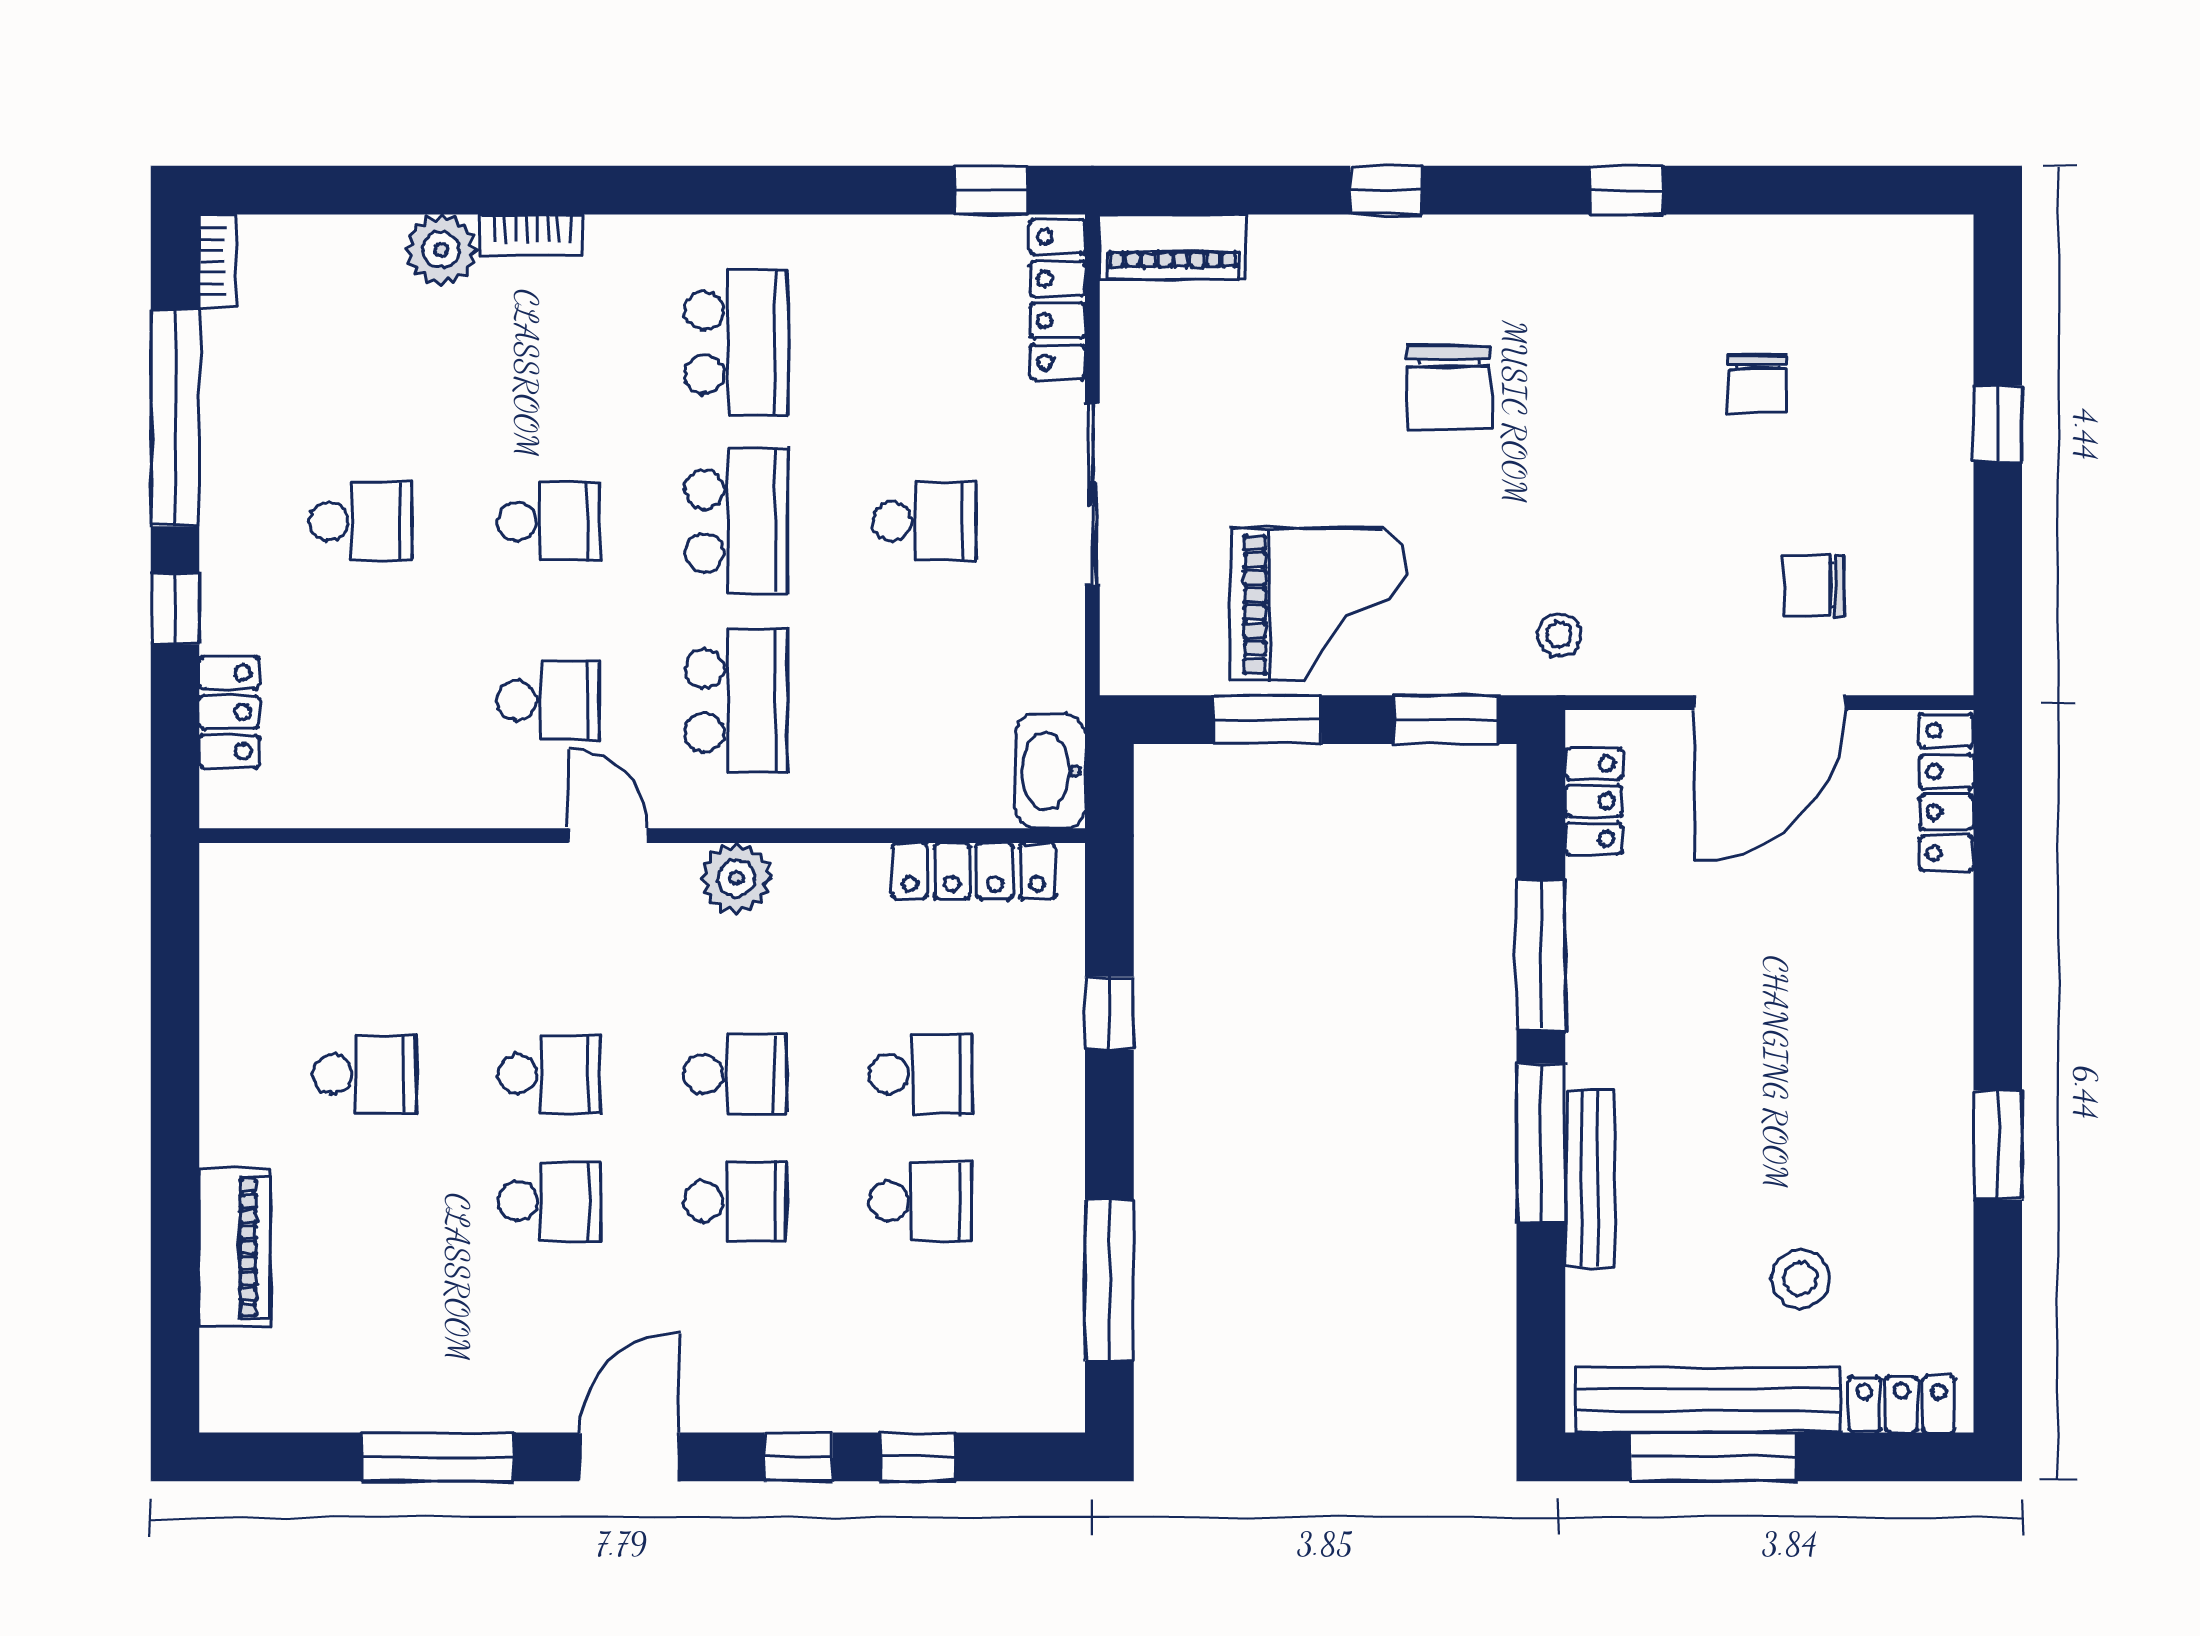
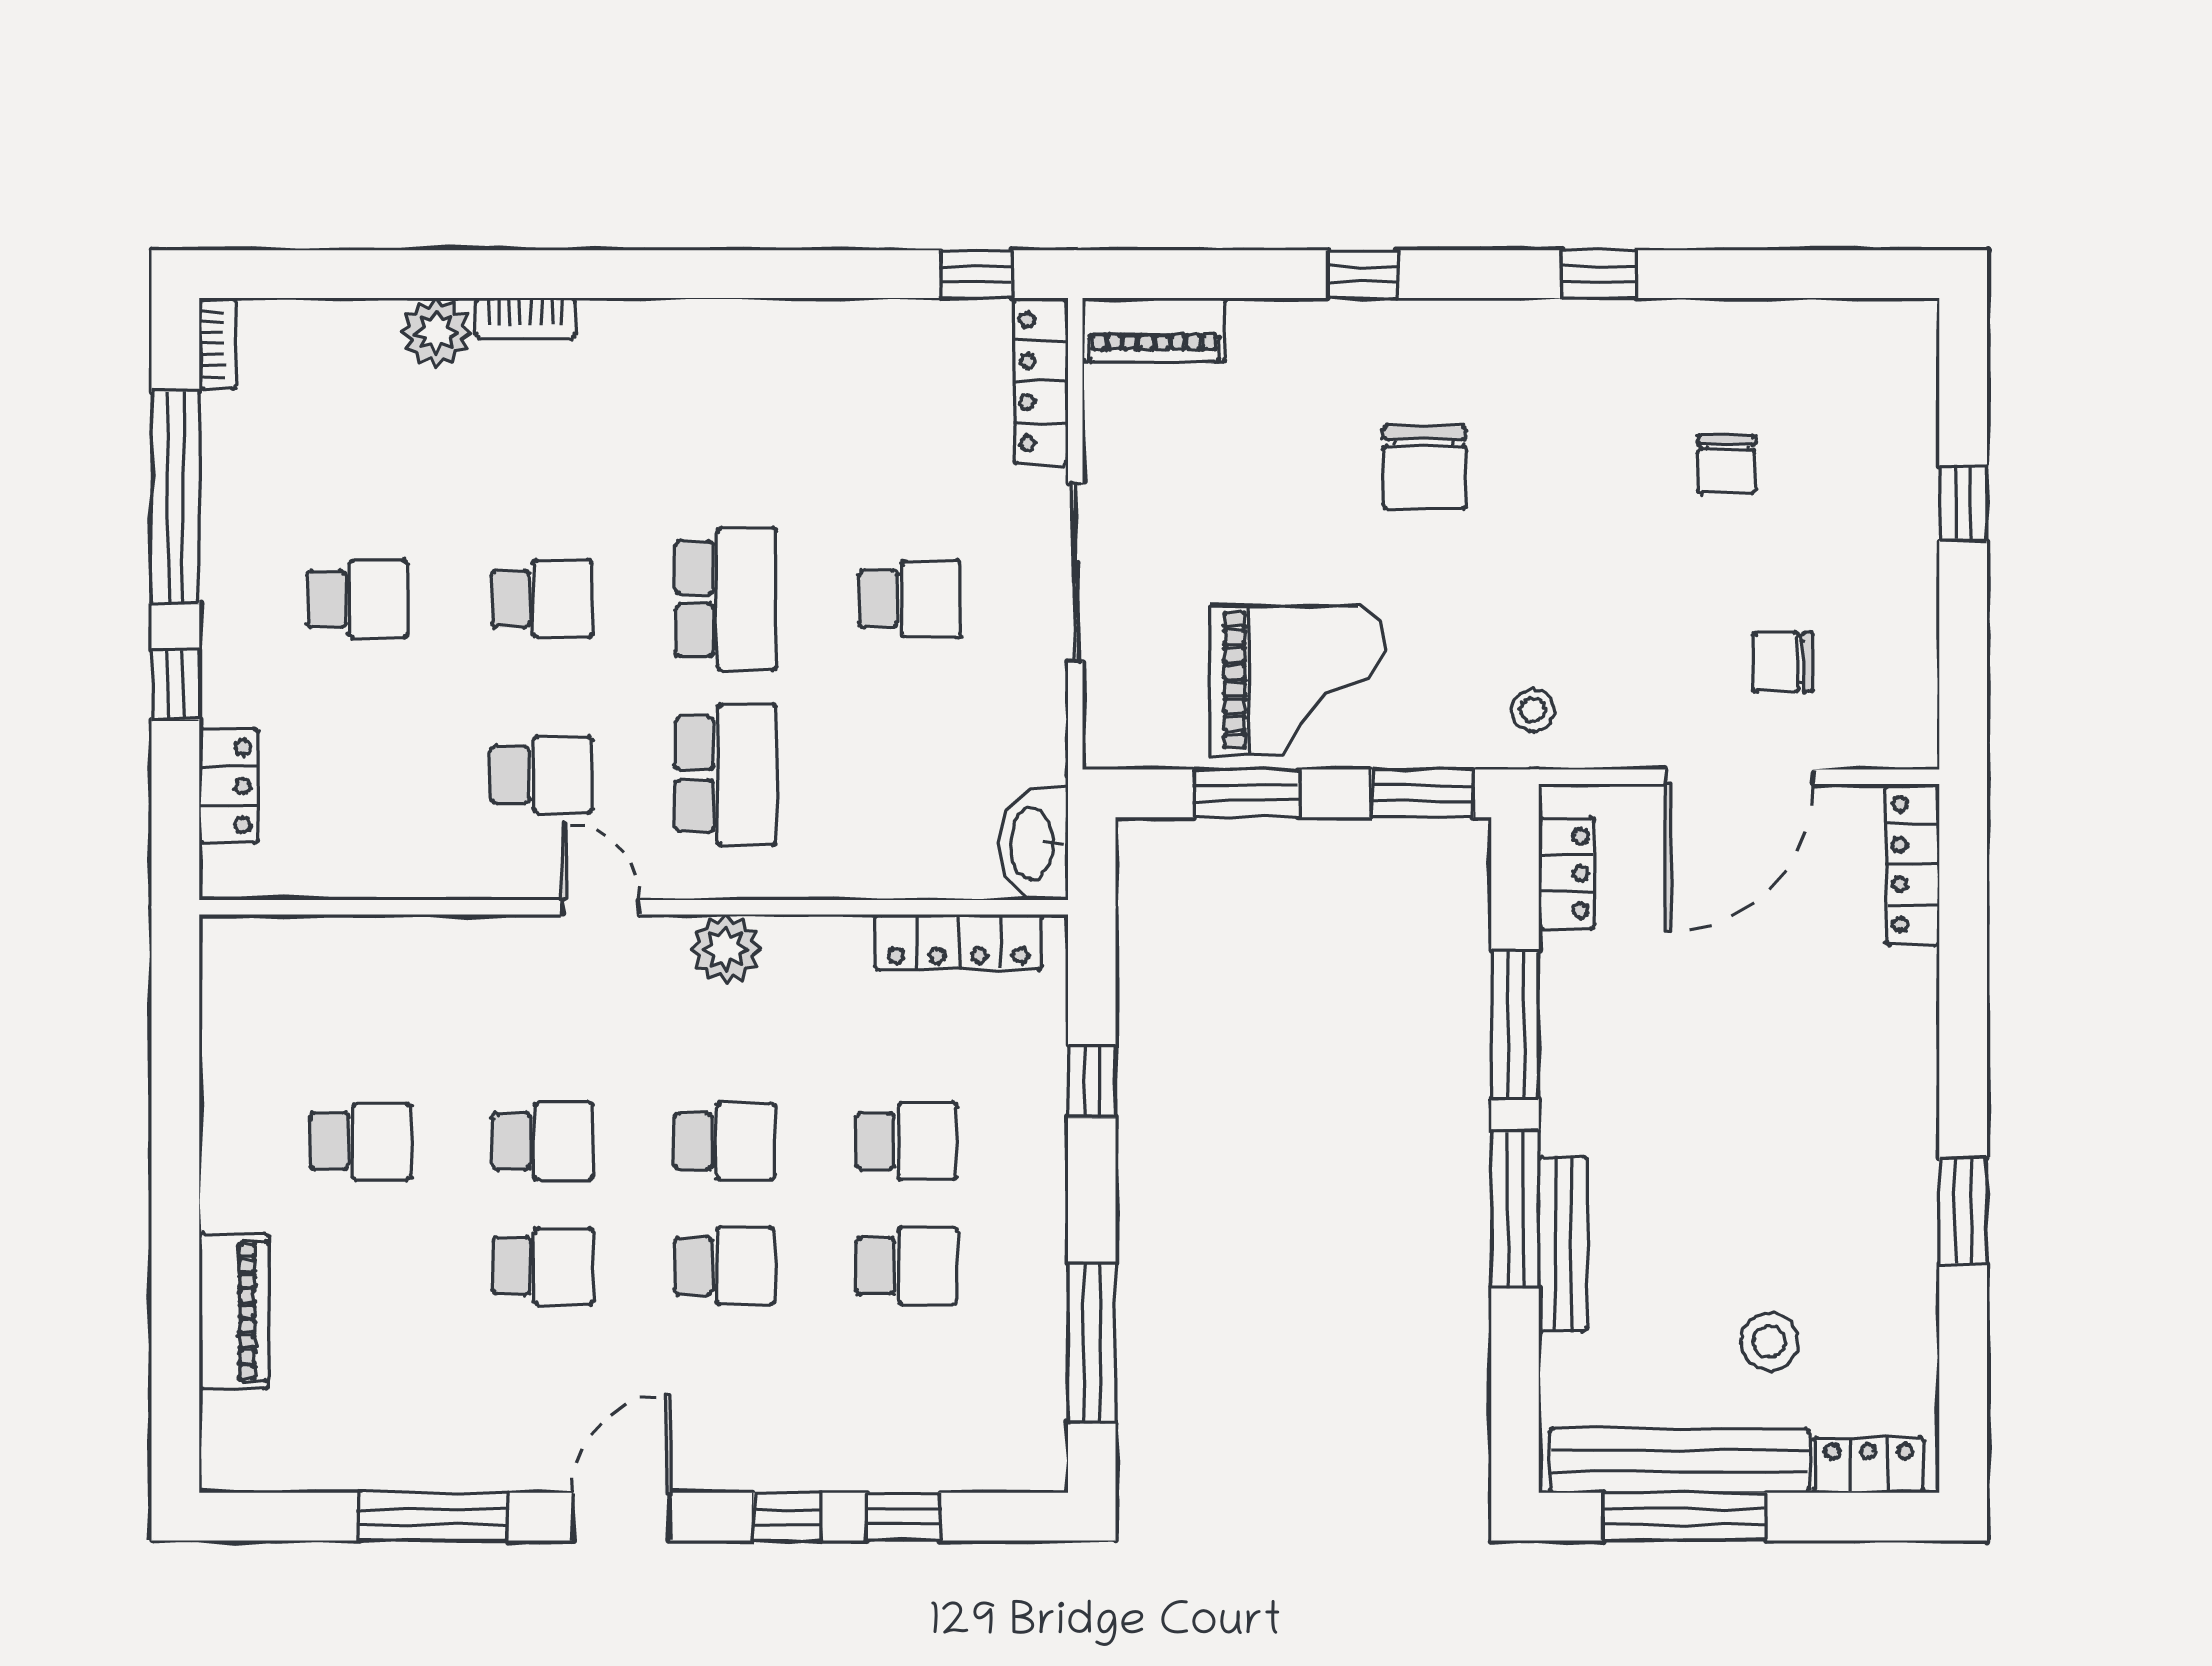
school desk: (736, 342) -> (726, 423), removed

